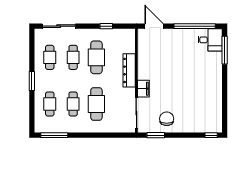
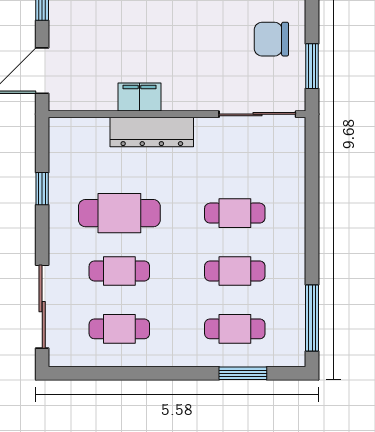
window: (32, 81) -> (243, 373), moved
filing cabinet: (143, 89) -> (139, 97), moved
cafe table: (96, 104) -> (235, 213), width x0.73, depth x0.74

